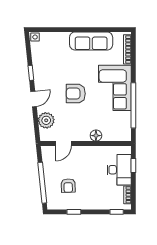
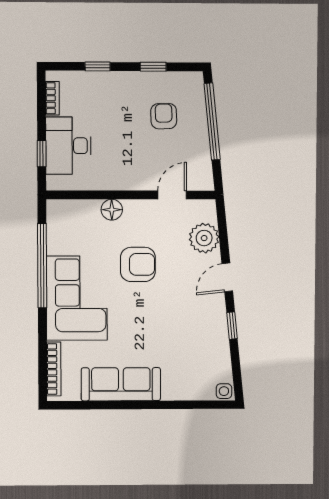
armchair: (76, 94) -> (138, 264), moved
window: (117, 212) -> (98, 66), moved

